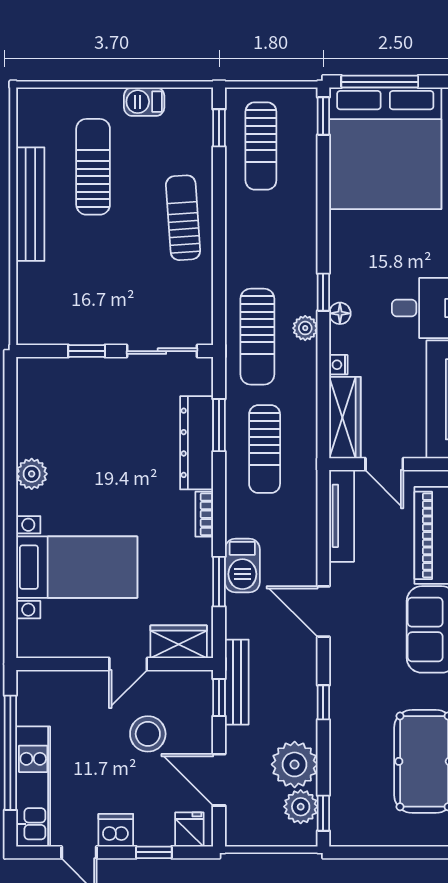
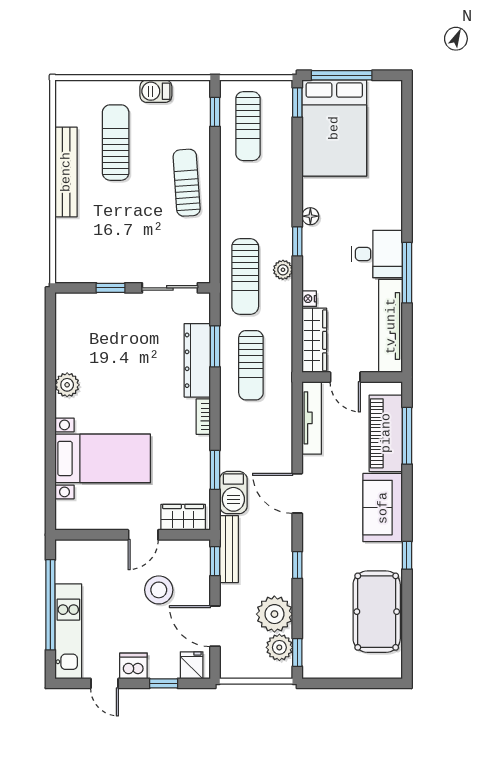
bed: (385, 148) -> (334, 128), width x0.73
floor lamp: (340, 313) -> (310, 216), moved
barbecue: (242, 566) -> (233, 493), moved

